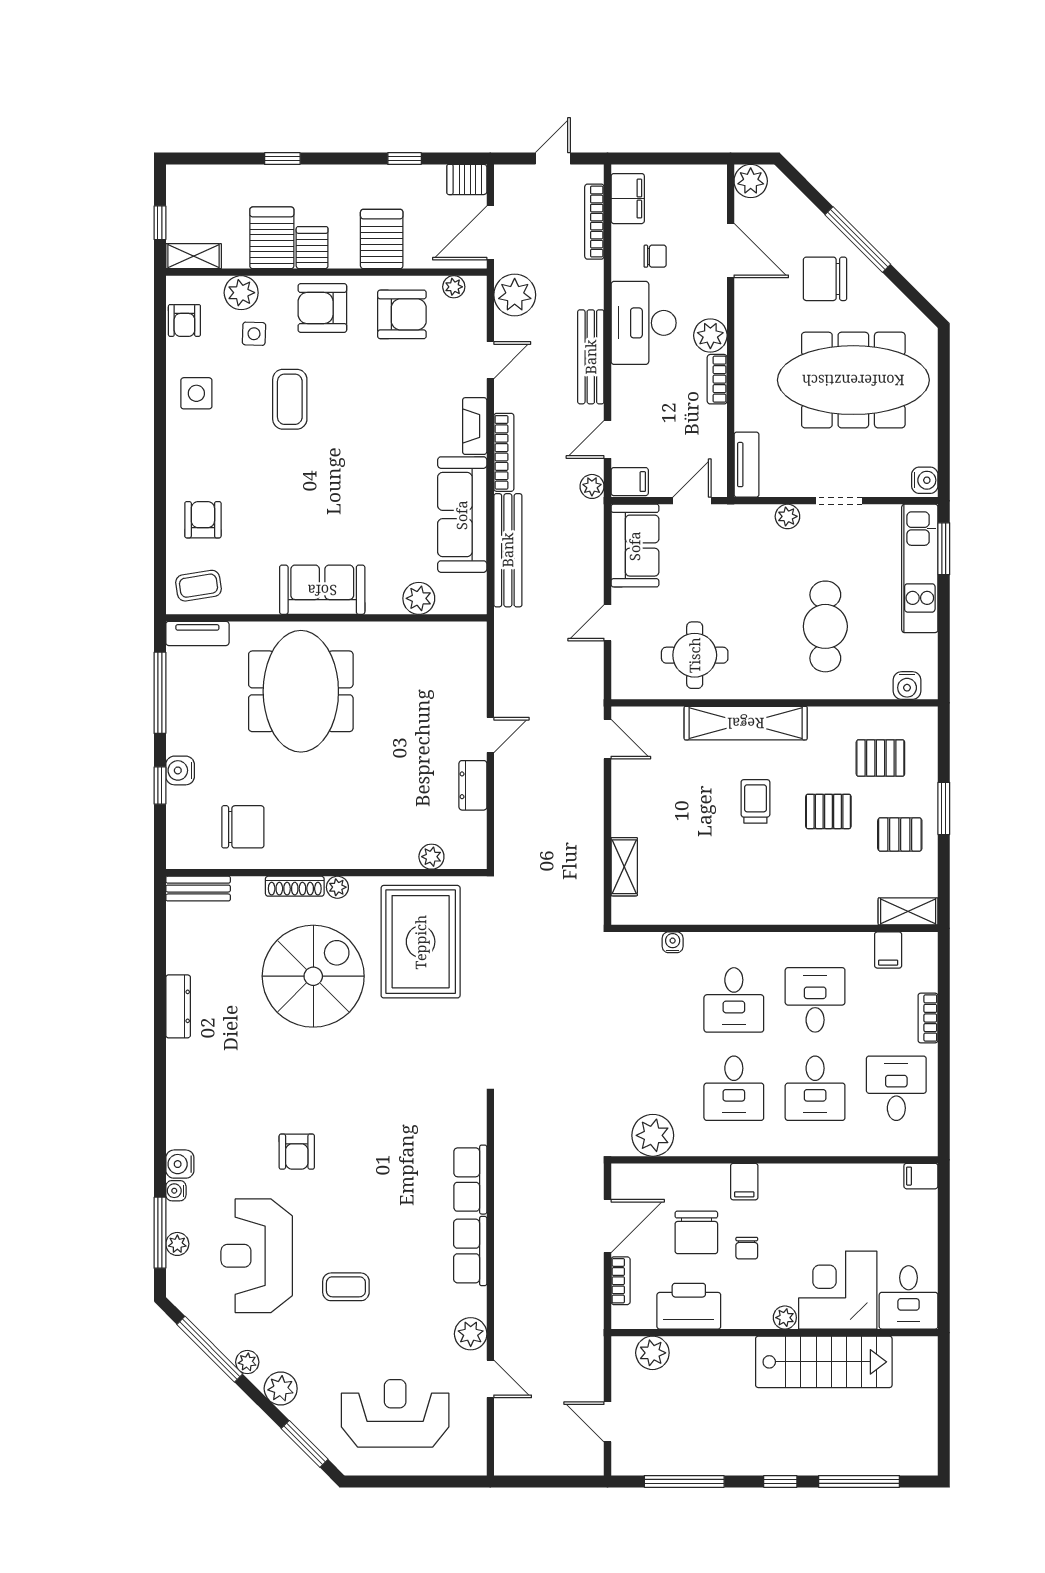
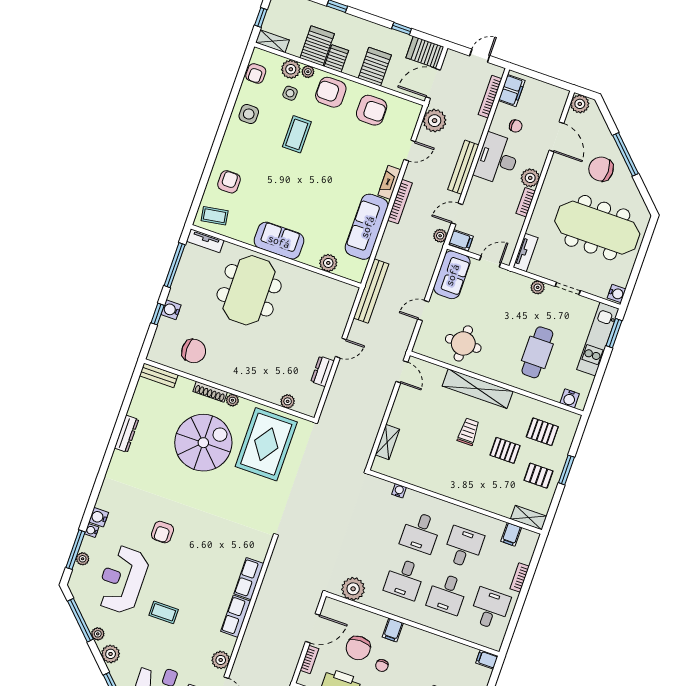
server rack: (467, 179) -> (425, 52), width x1.36, depth x1.44
plant: (454, 287) -> (308, 72), moved
bench: (508, 550) -> (371, 291), moved

